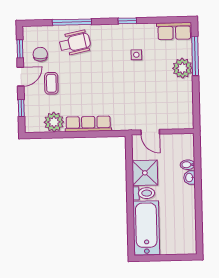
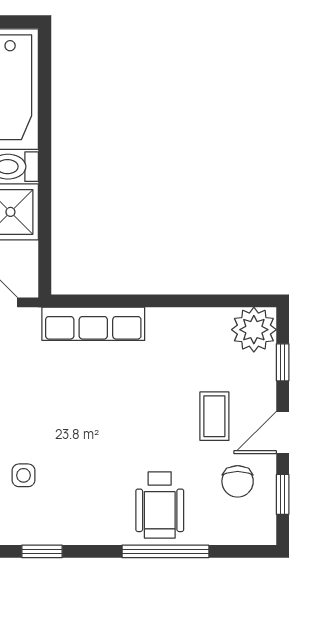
wheelchair: (75, 43) -> (160, 505), turned -78
plant: (54, 122) -> (254, 330), moved
row of seats: (88, 124) -> (93, 324), moved

